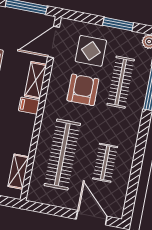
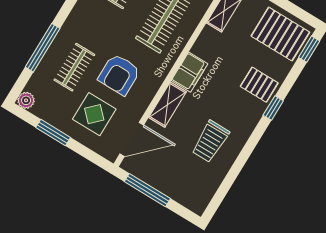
clothes rail: (121, 82) -> (74, 67), width x0.73
filing cabinet: (29, 106) -> (190, 72), width x2.00

